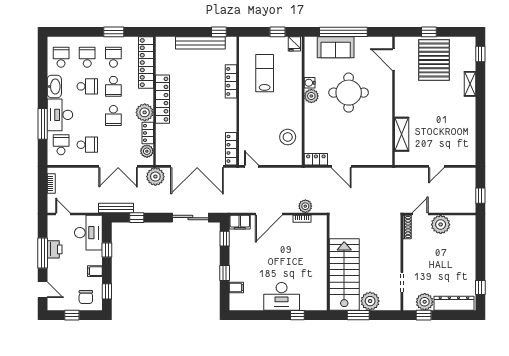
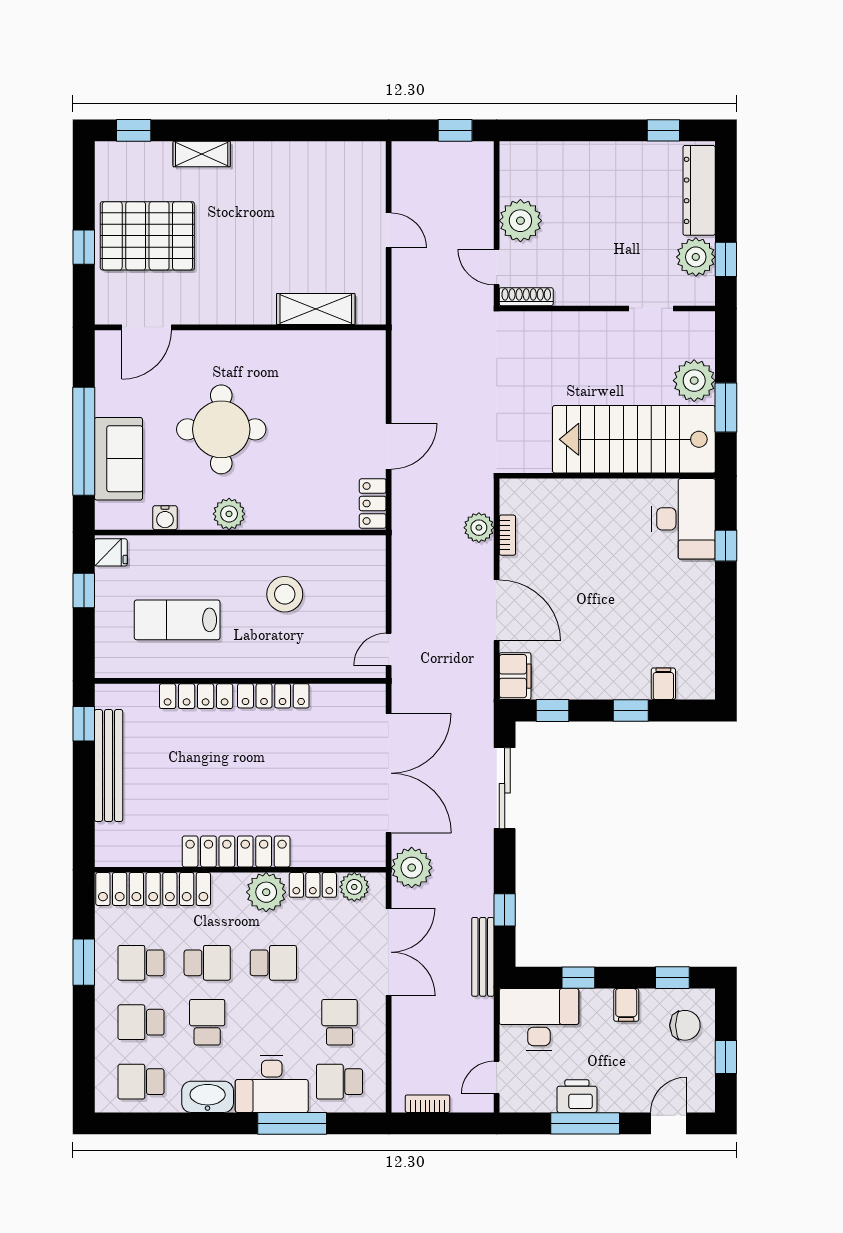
water cooler: (310, 83) -> (165, 518), moved
stool: (288, 137) -> (285, 594), moved
locker: (231, 149) -> (273, 696), moved
desk: (282, 296) -> (683, 519), moved

